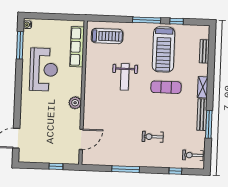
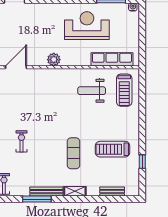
window: (147, 20) -> (142, 130), removed
treadmill: (164, 49) -> (113, 149), width x0.73, depth x0.73
reception desk: (44, 70) -> (87, 26), turned 180
weight bench: (125, 77) -> (92, 91), moved
door: (81, 139) -> (16, 67), swing flipped

